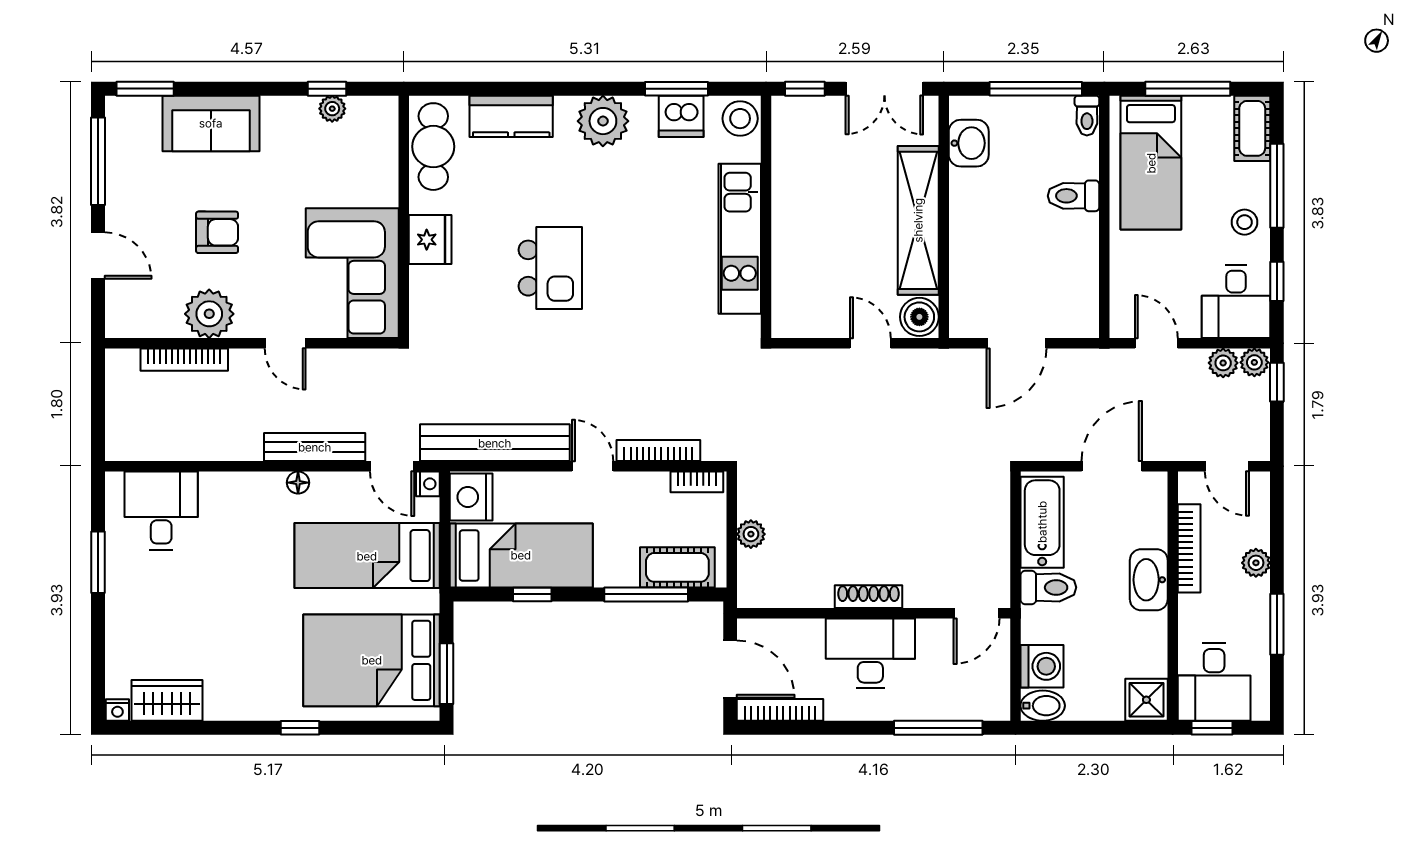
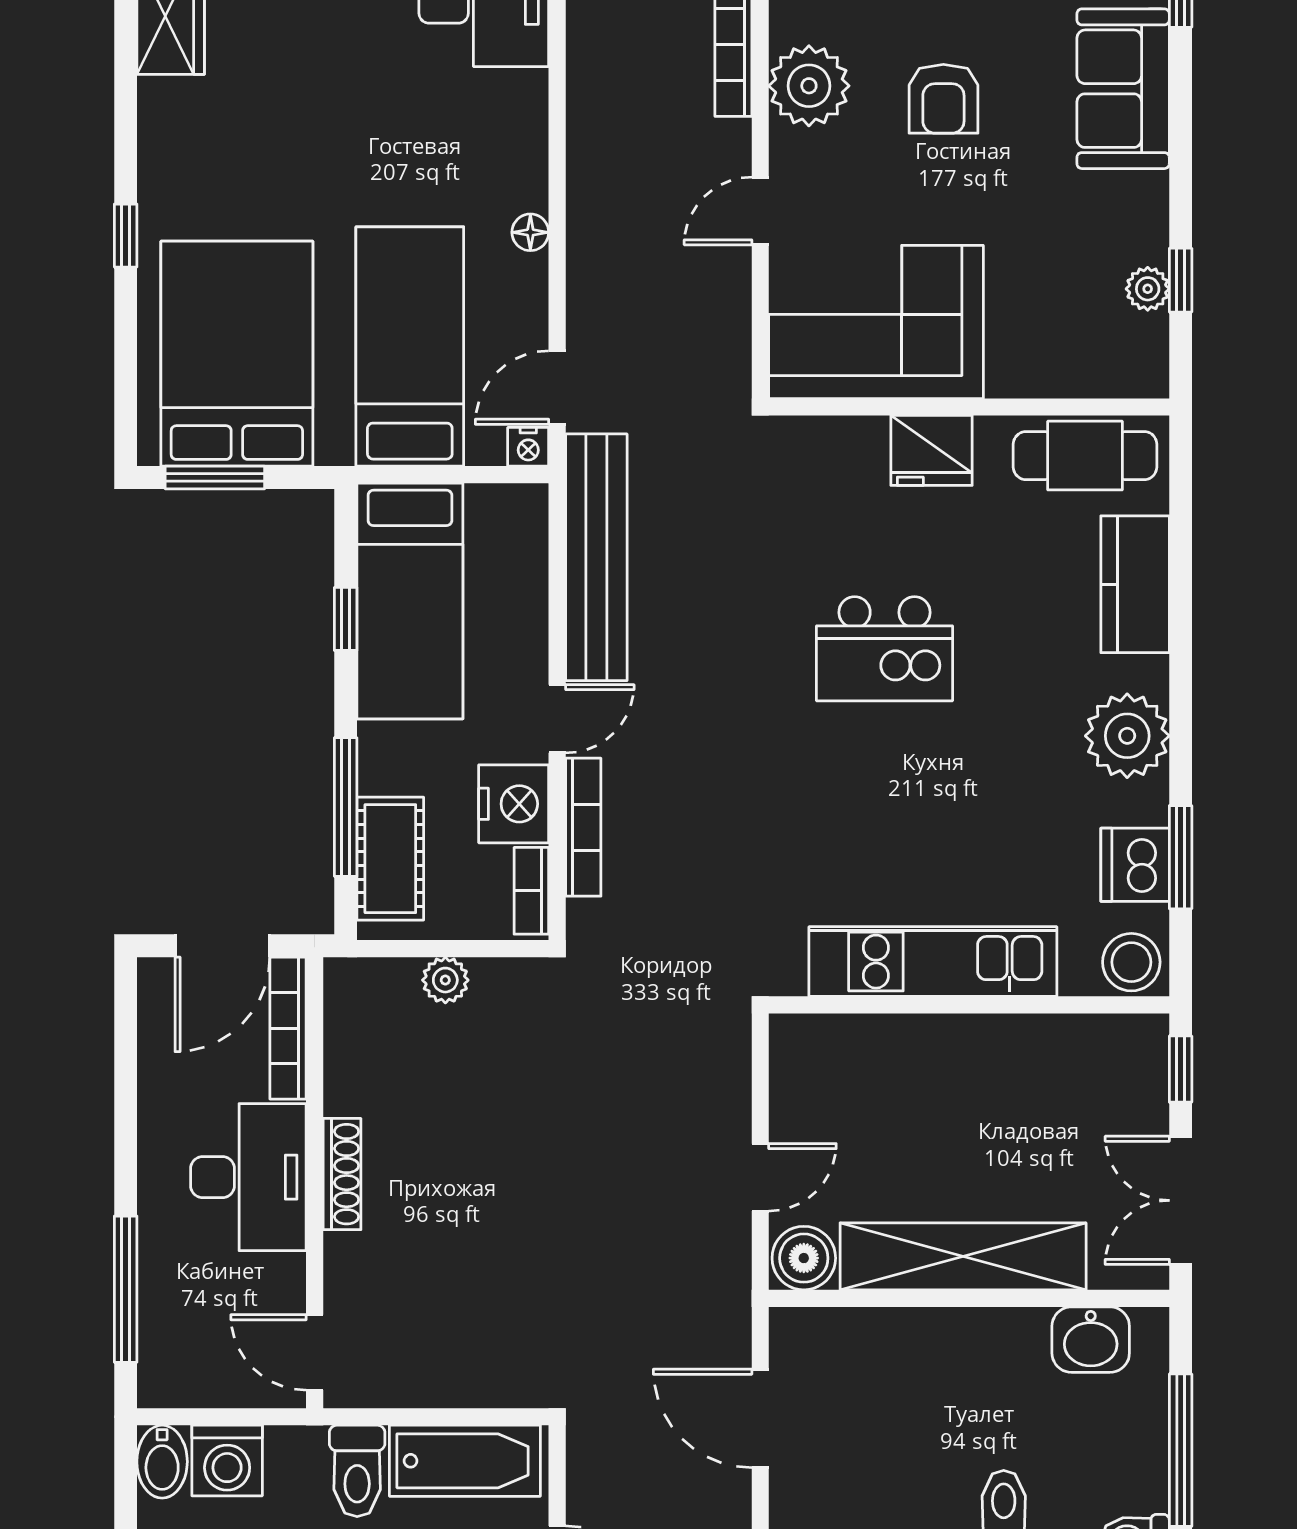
bench: (315, 447) -> (589, 260), removed
nightstand: (471, 497) -> (514, 804), moved, turned 90
bookcase: (780, 710) -> (288, 1028), moved, turned 180

